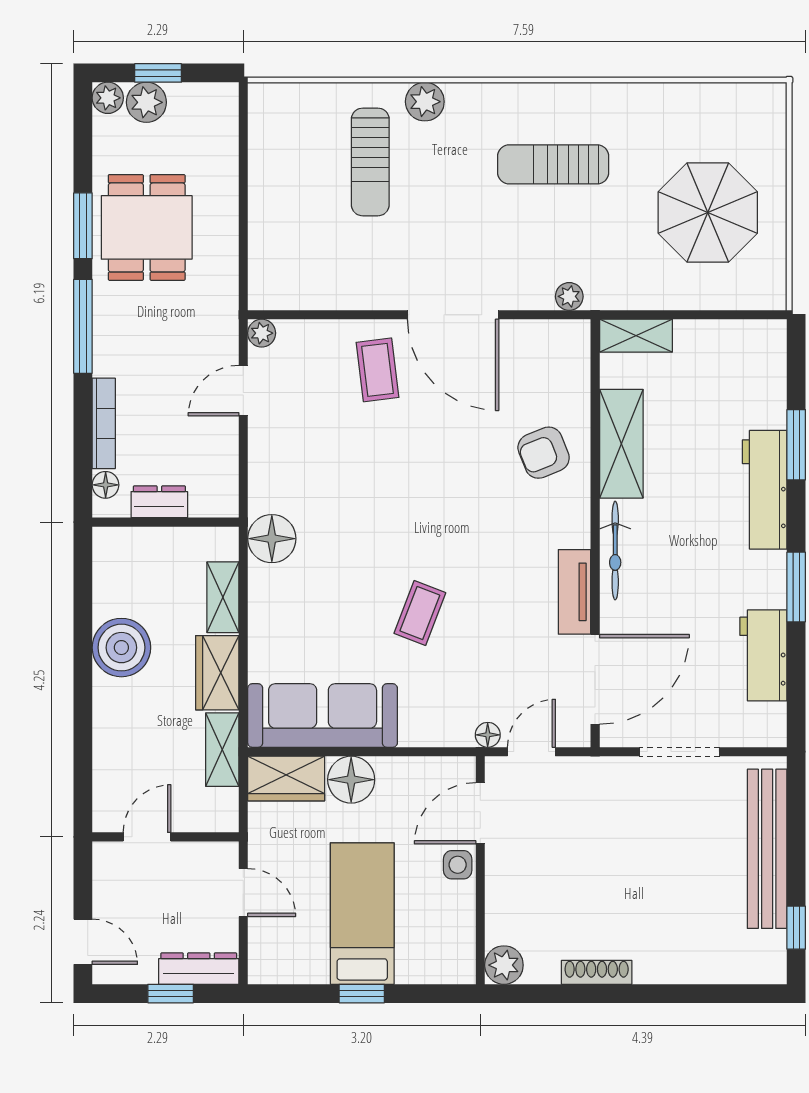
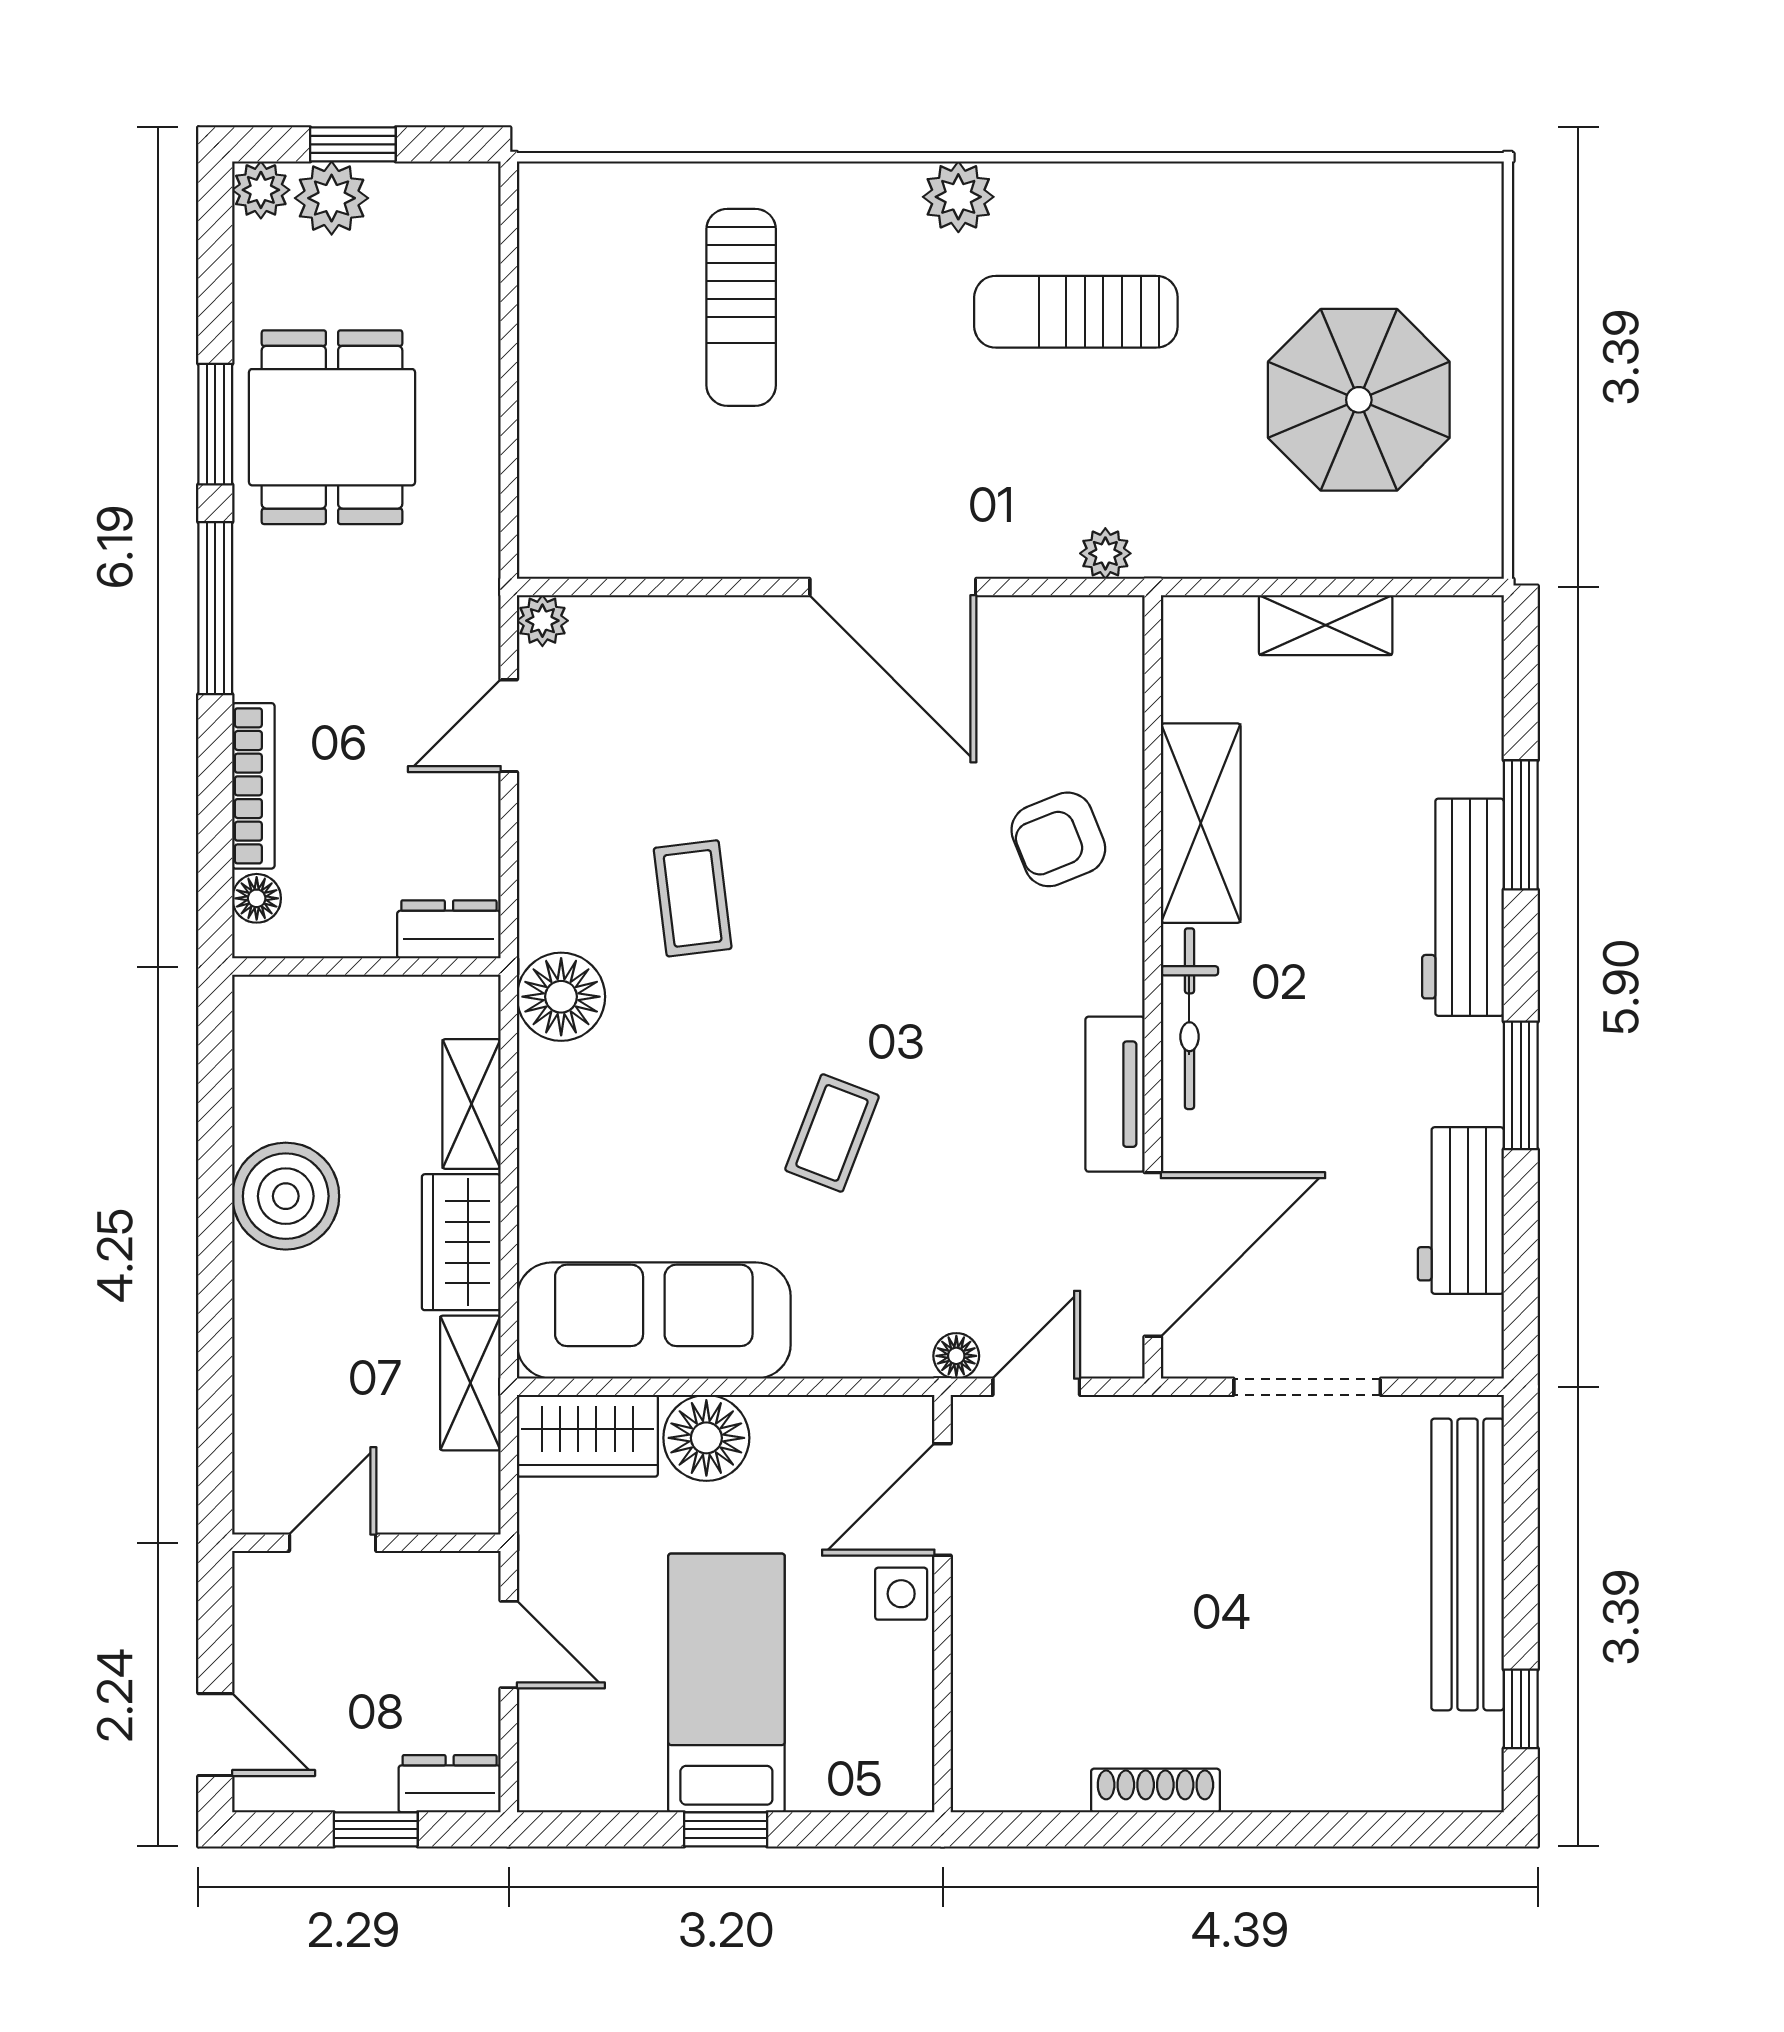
plant: (425, 102) -> (958, 197), moved
shelving: (636, 336) -> (1326, 625), moved
coffee table: (378, 370) -> (693, 898), moved
dresser: (159, 502) -> (449, 929), moved
plant: (504, 965) -> (986, 1777), removed
dresser: (199, 969) -> (450, 1784), width x0.70

